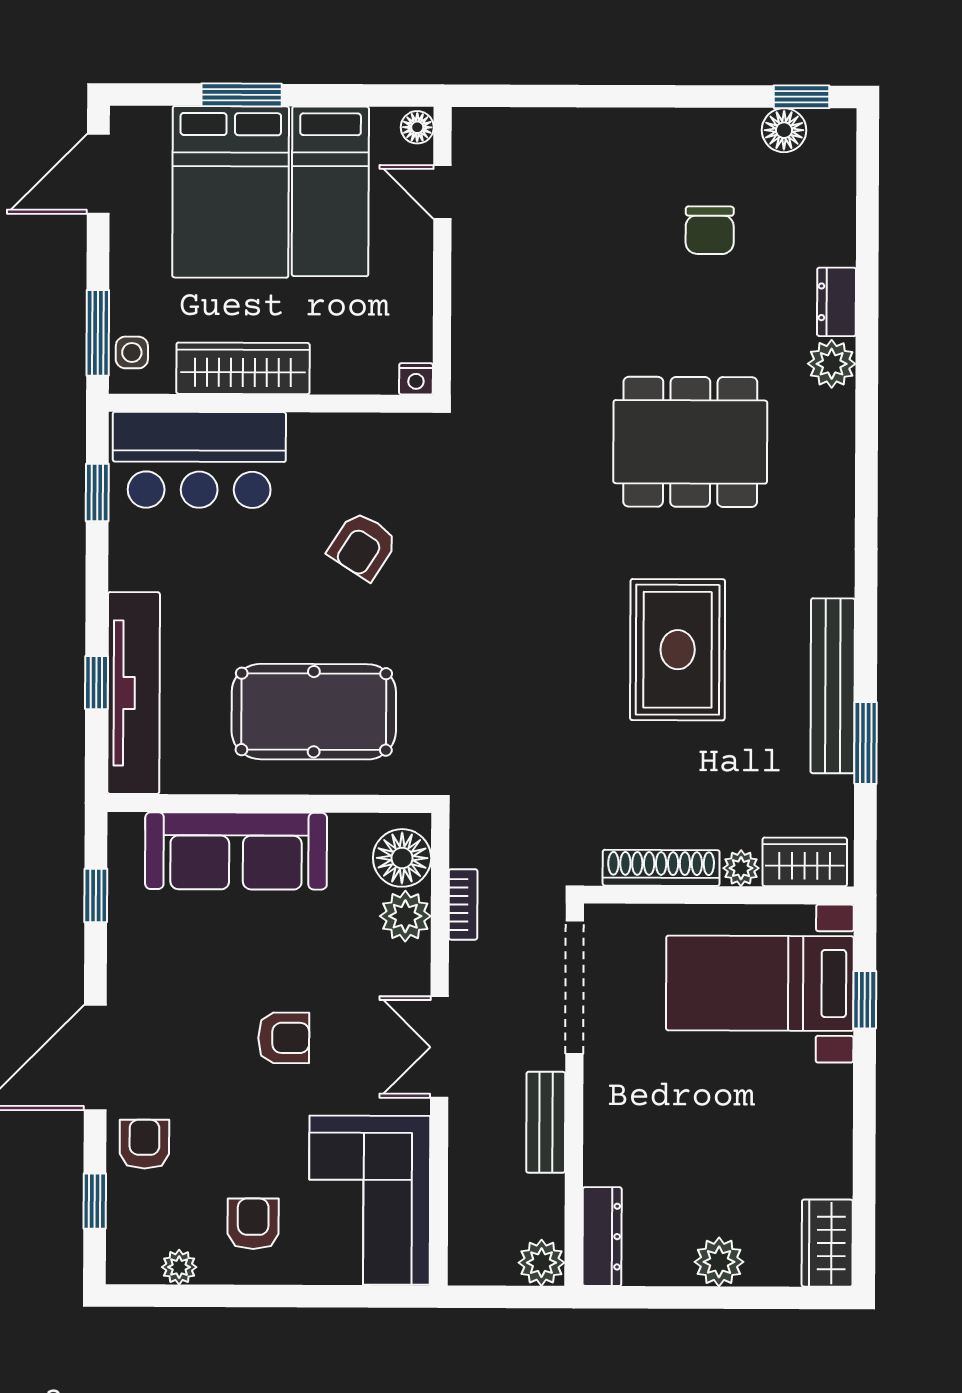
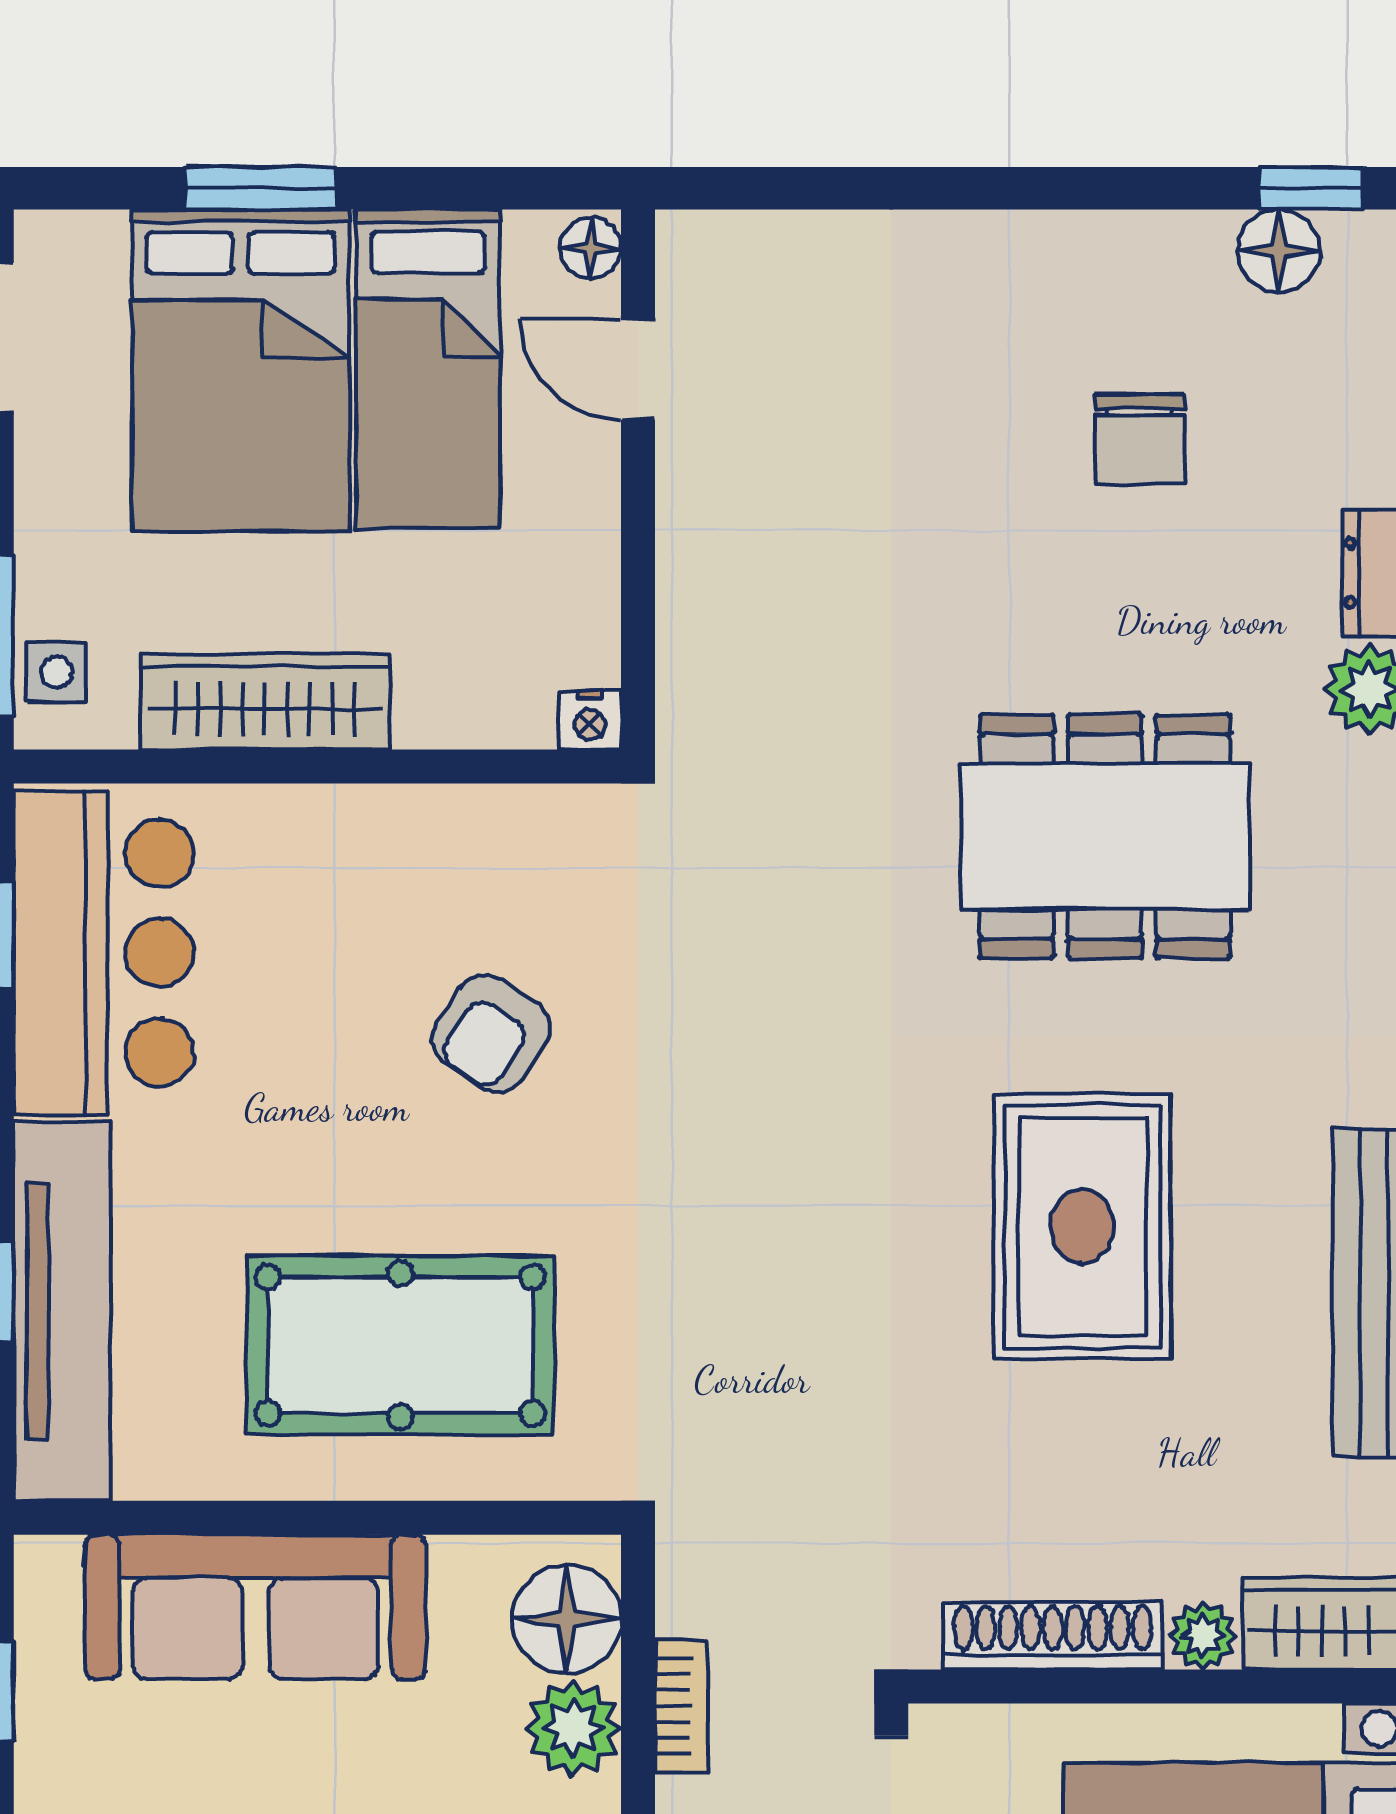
bar counter: (199, 460) -> (104, 953), moved, turned -90

